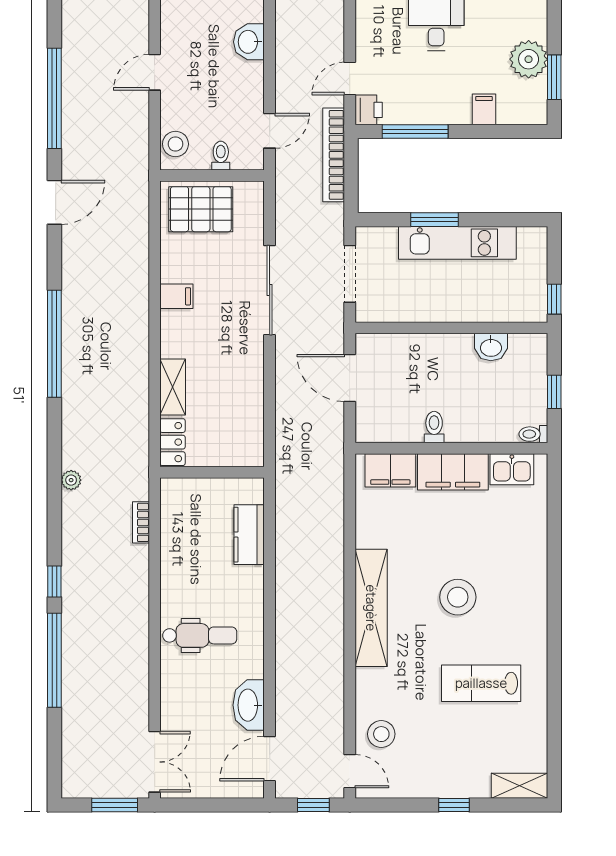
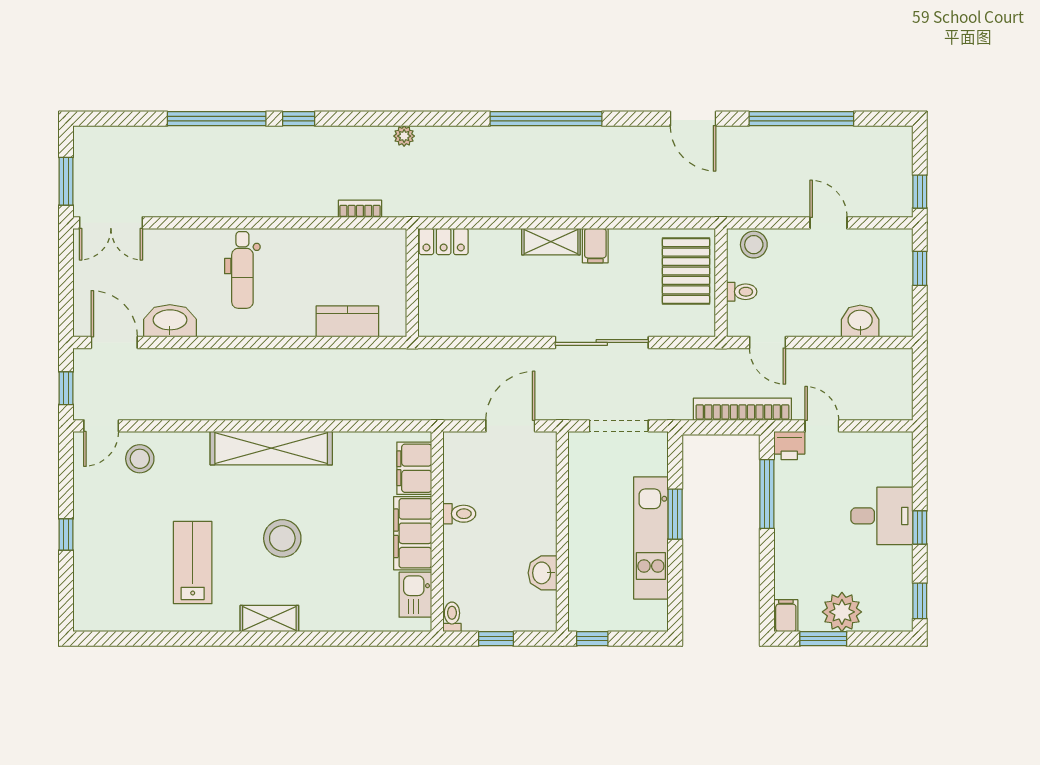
filing cabinet: (484, 109) -> (786, 616), moved, turned -90
shelving: (173, 387) -> (551, 242), moved
shelving: (519, 786) -> (269, 619), moved, turned 90

